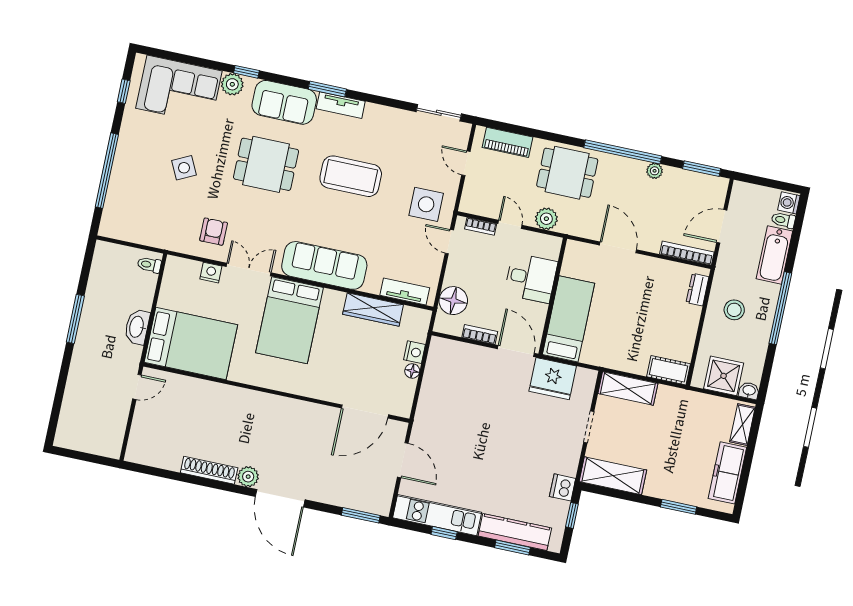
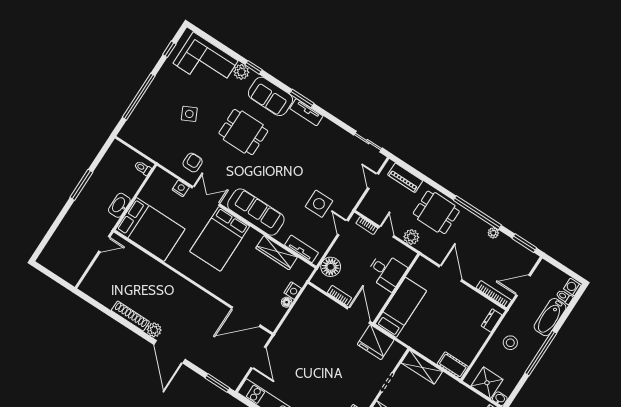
coffee table: (351, 176) -> (295, 161), removed
side table: (426, 204) -> (319, 204), moved

